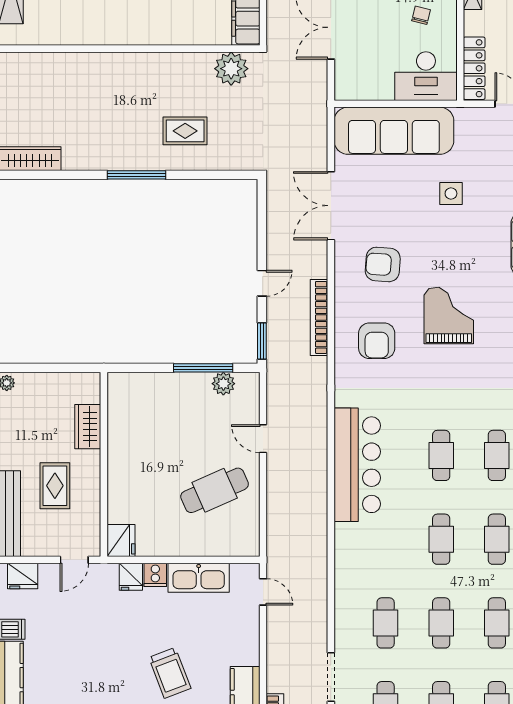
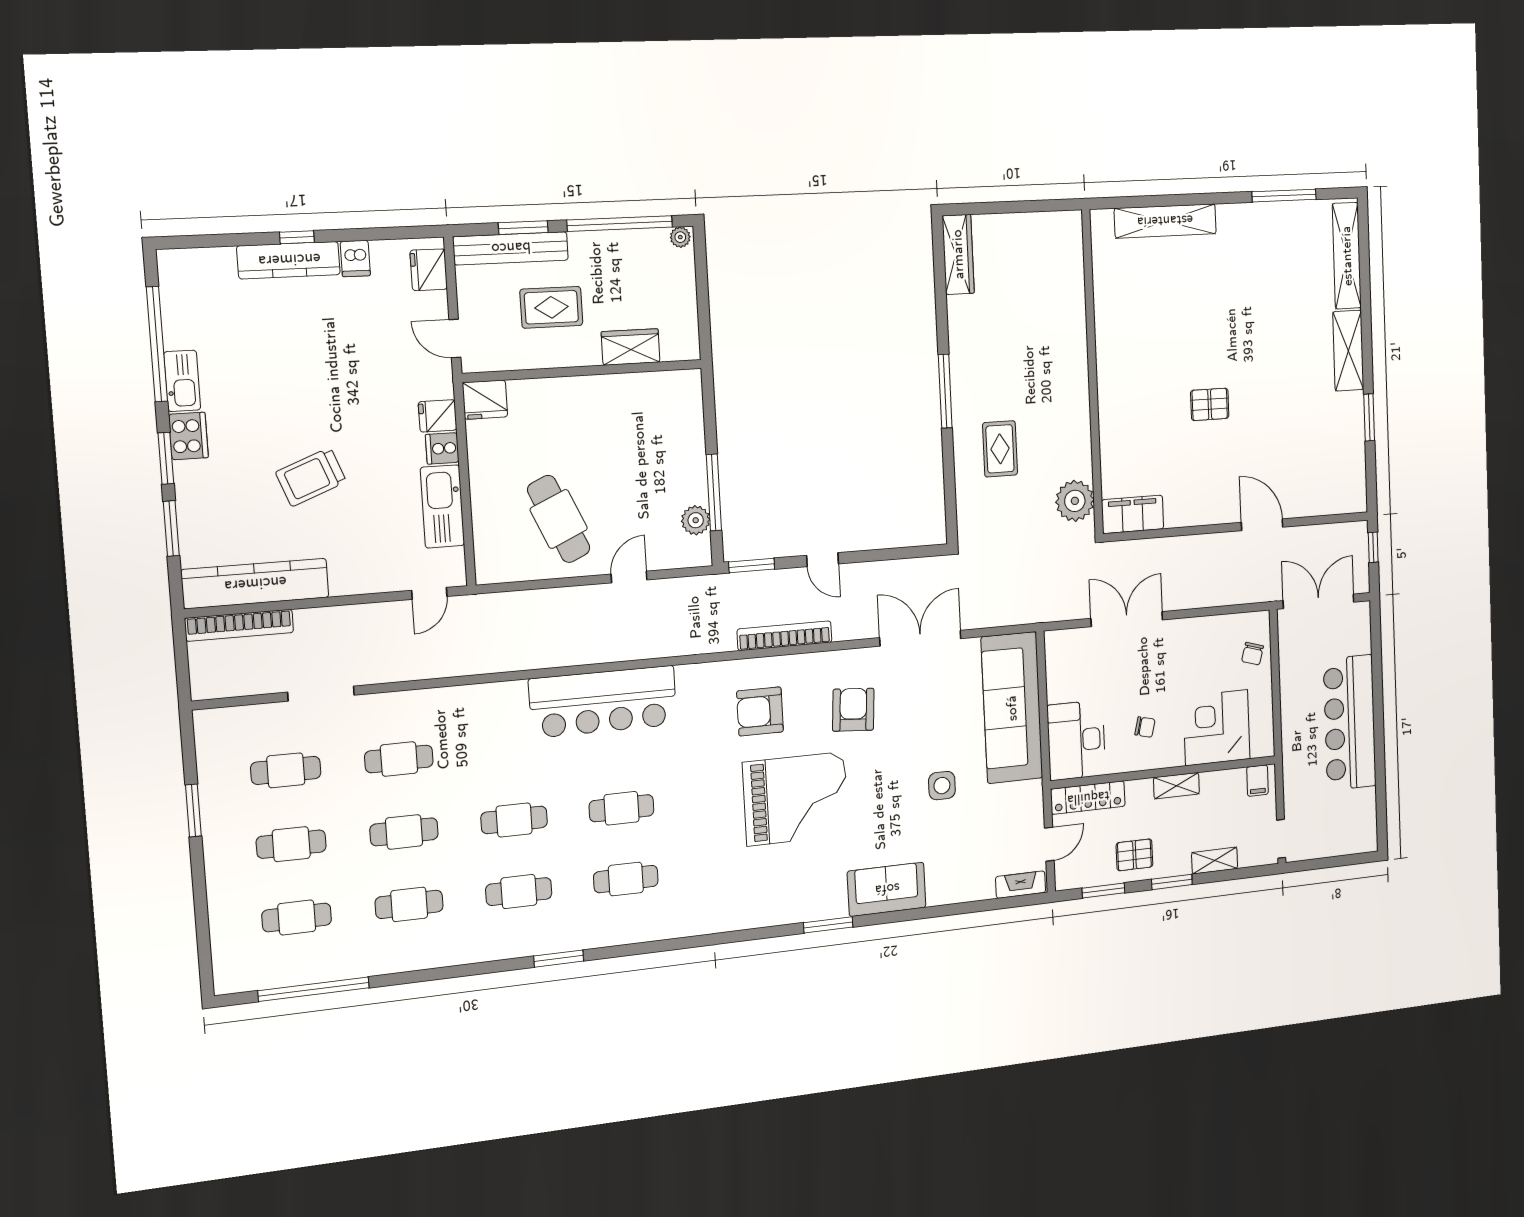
grand piano: (449, 316) -> (796, 799), width x1.37, depth x1.48

